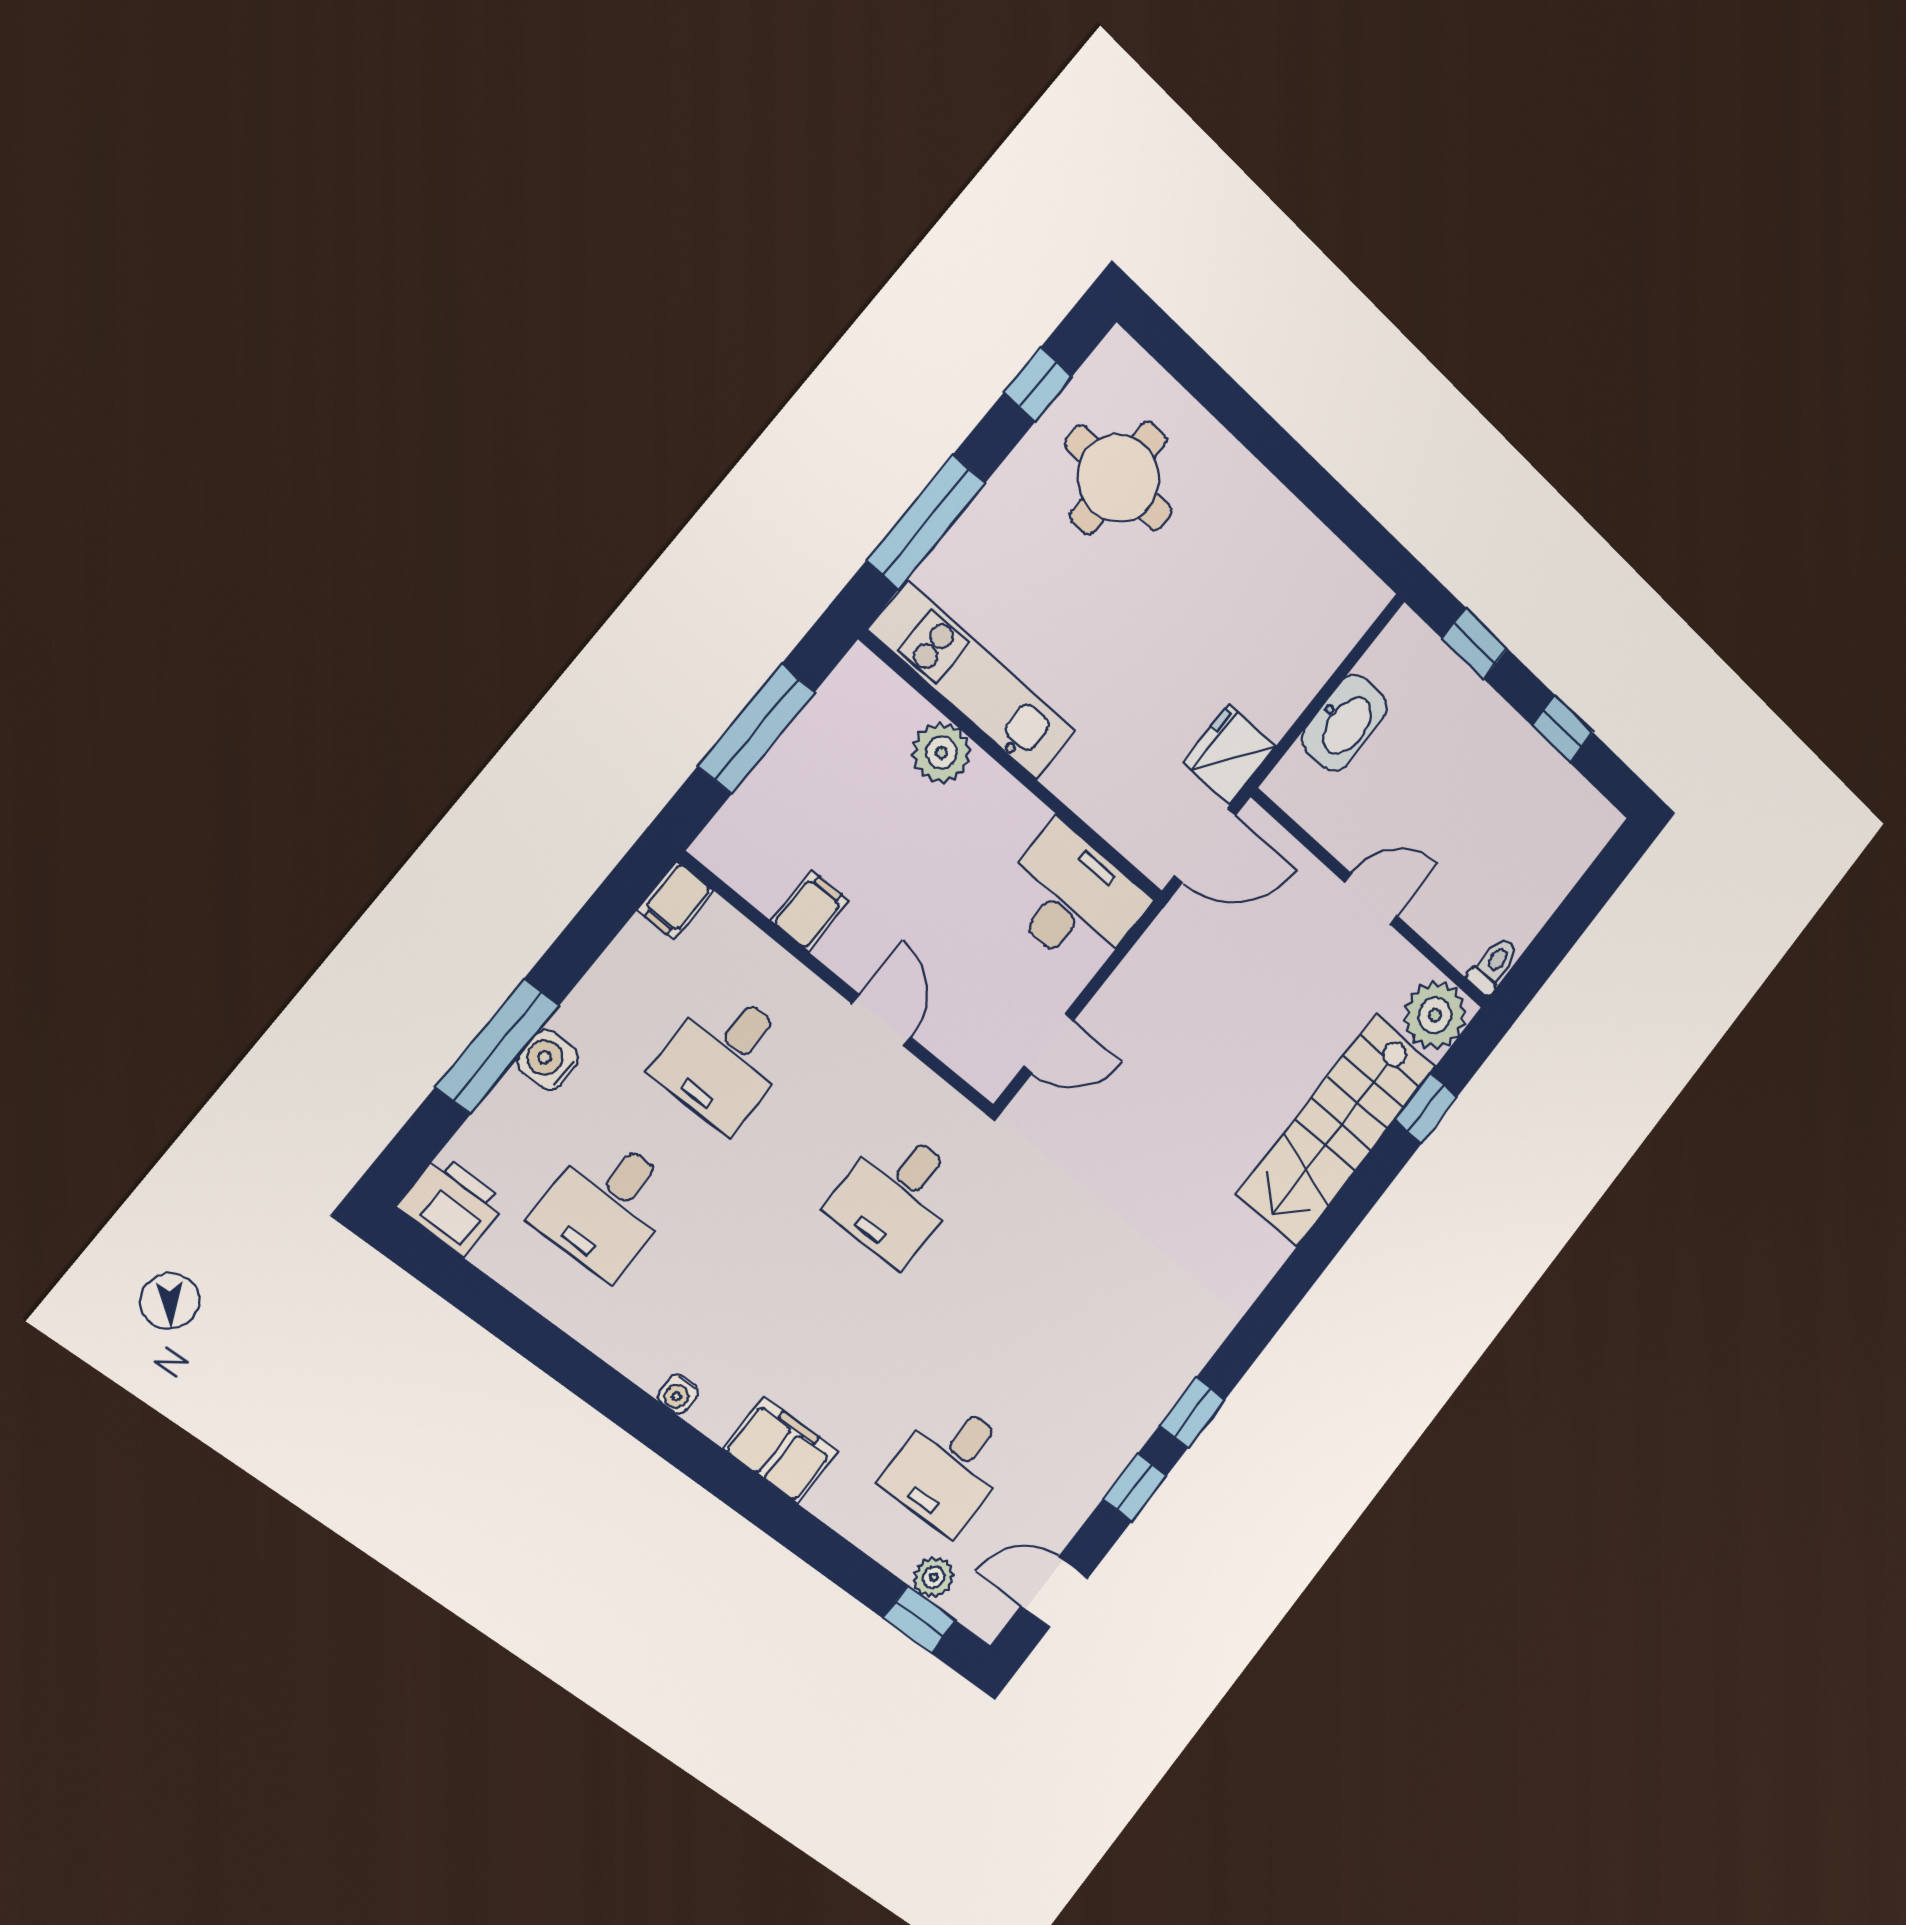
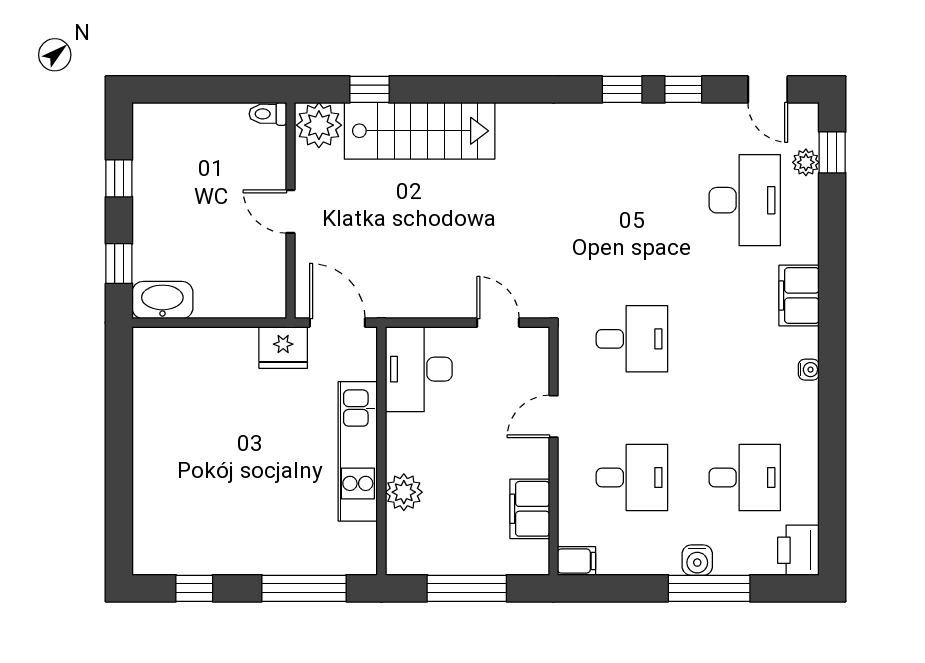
round table: (1118, 478) -> (202, 514), removed
kitchen unit: (973, 681) -> (358, 451), moved
washbasin: (1344, 723) -> (162, 300), moved
filing cabinet: (810, 911) -> (530, 509), width x2.00
desk: (949, 1467) -> (745, 200), width x1.37

